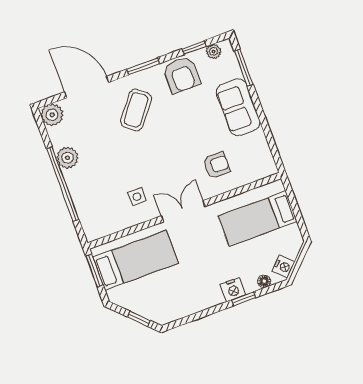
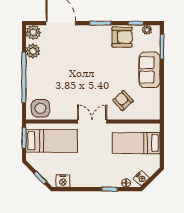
armchair: (182, 75) -> (122, 37), turned -90
coffee table: (136, 110) -> (86, 48), removed
plant: (68, 158) -> (33, 51), moved
armchair: (216, 165) -> (123, 101), turned -131
side table: (137, 197) -> (40, 108), moved, width x1.87, depth x1.87
nightstand: (233, 290) -> (63, 181), moved

